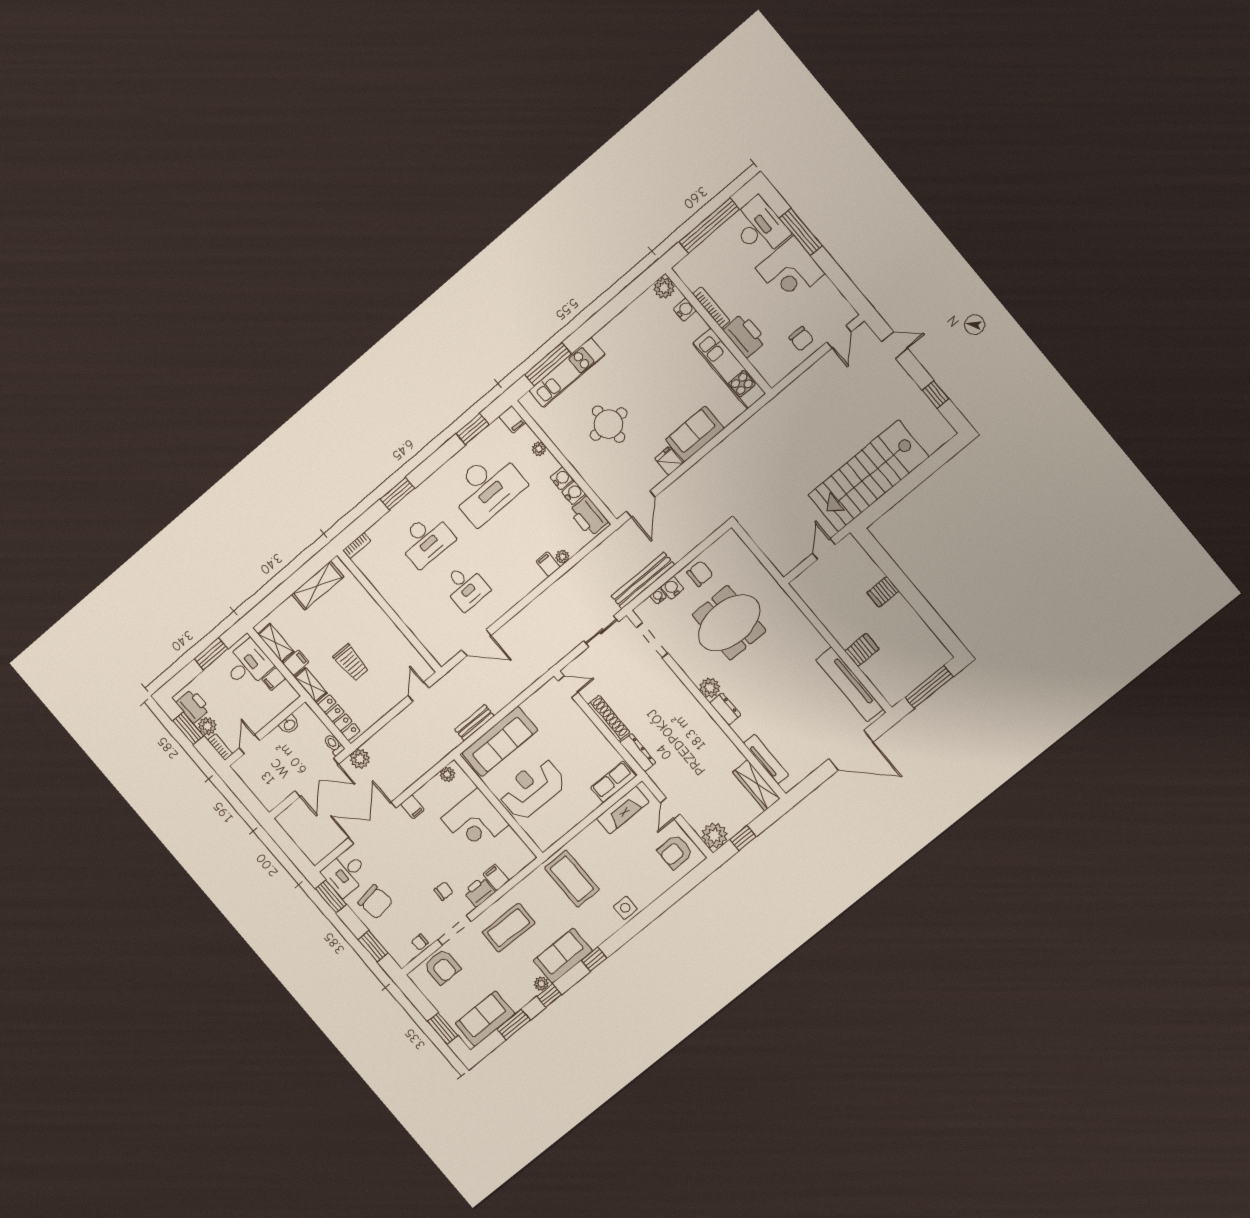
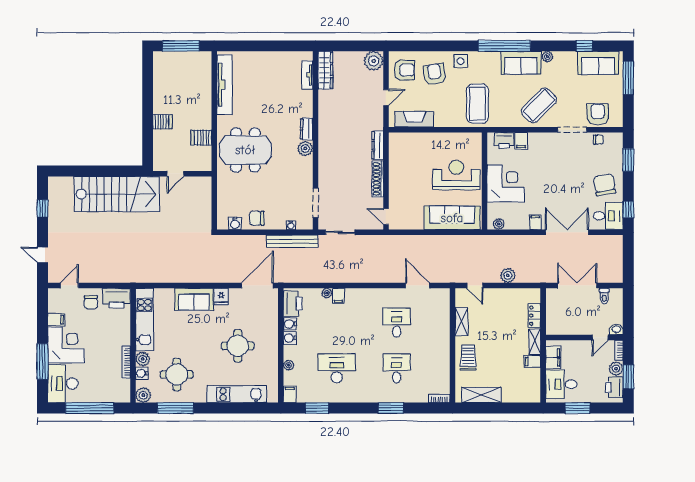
filing cabinet: (823, 289) -> (56, 320), added
plant: (696, 326) -> (143, 359), added
printer: (745, 335) -> (117, 298), moved, turned -90
chair: (801, 339) -> (91, 302), turned 180
round table: (647, 340) -> (177, 374), added
window: (548, 364) -> (175, 408), moved
desk: (487, 488) -> (337, 368), width x0.73, depth x0.77
door: (641, 504) -> (257, 286), width x1.36
desk: (426, 540) -> (397, 368), width x0.73
water cooler: (672, 588) -> (235, 223), moved
meeting table: (729, 623) -> (245, 150), moved
shelving: (276, 643) -> (462, 322), moved
server rack: (862, 650) -> (201, 138), moved
trolley: (351, 663) -> (468, 358), moved
filing cabinet: (274, 679) -> (553, 357), width x2.00
door: (418, 692) -> (475, 286), hinge flipped
locker: (339, 718) -> (534, 316), width x0.66
bench: (474, 723) -> (458, 241), removed
washbasin: (289, 725) -> (616, 329), moved
toilet: (334, 745) -> (604, 296), moved
door: (851, 750) -> (255, 46), removed
plant: (360, 759) -> (508, 275), moved
tv unit: (766, 759) -> (307, 75), width x0.71
row of seats: (613, 782) -> (406, 140), removed
reception desk: (532, 788) -> (456, 175), turned 180
double door: (372, 823) -> (567, 232), swing flipped
window: (743, 838) -> (358, 46), removed
armchair: (641, 873) -> (435, 74), added
chair: (444, 891) -> (559, 158), removed
printer: (479, 892) -> (504, 140), moved
window: (331, 897) -> (628, 209), width x0.67
coffee table: (509, 928) -> (539, 105), turned -46
window: (594, 959) -> (504, 46), width x3.17
window: (549, 995) -> (549, 46), removed
window: (514, 1024) -> (584, 46), width x0.67
window: (443, 1028) -> (628, 78), width x1.44

